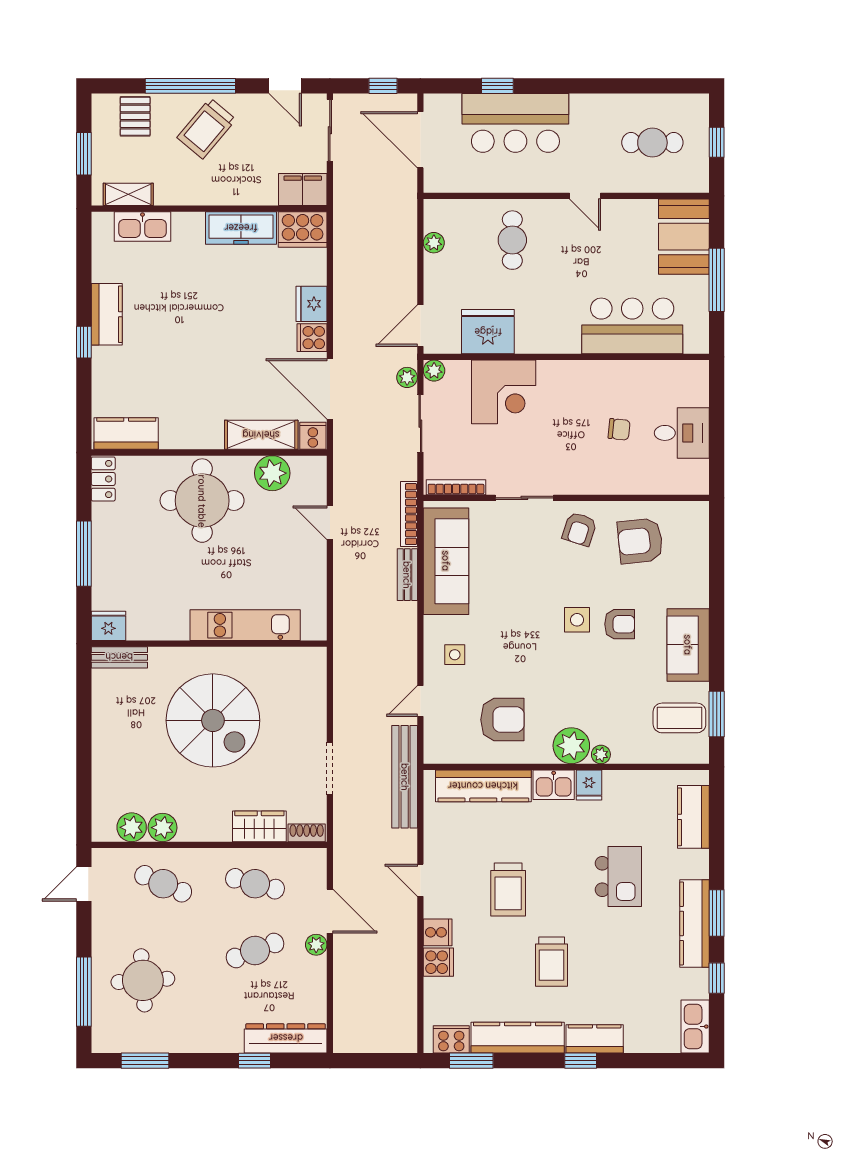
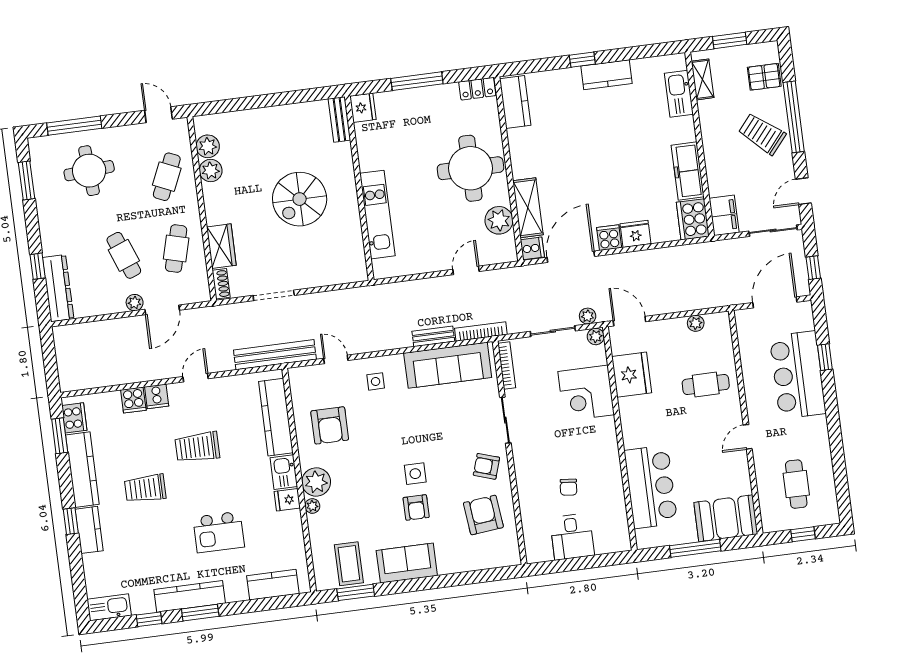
spiral stairs: (213, 720) -> (300, 199), width x0.73, depth x0.73

